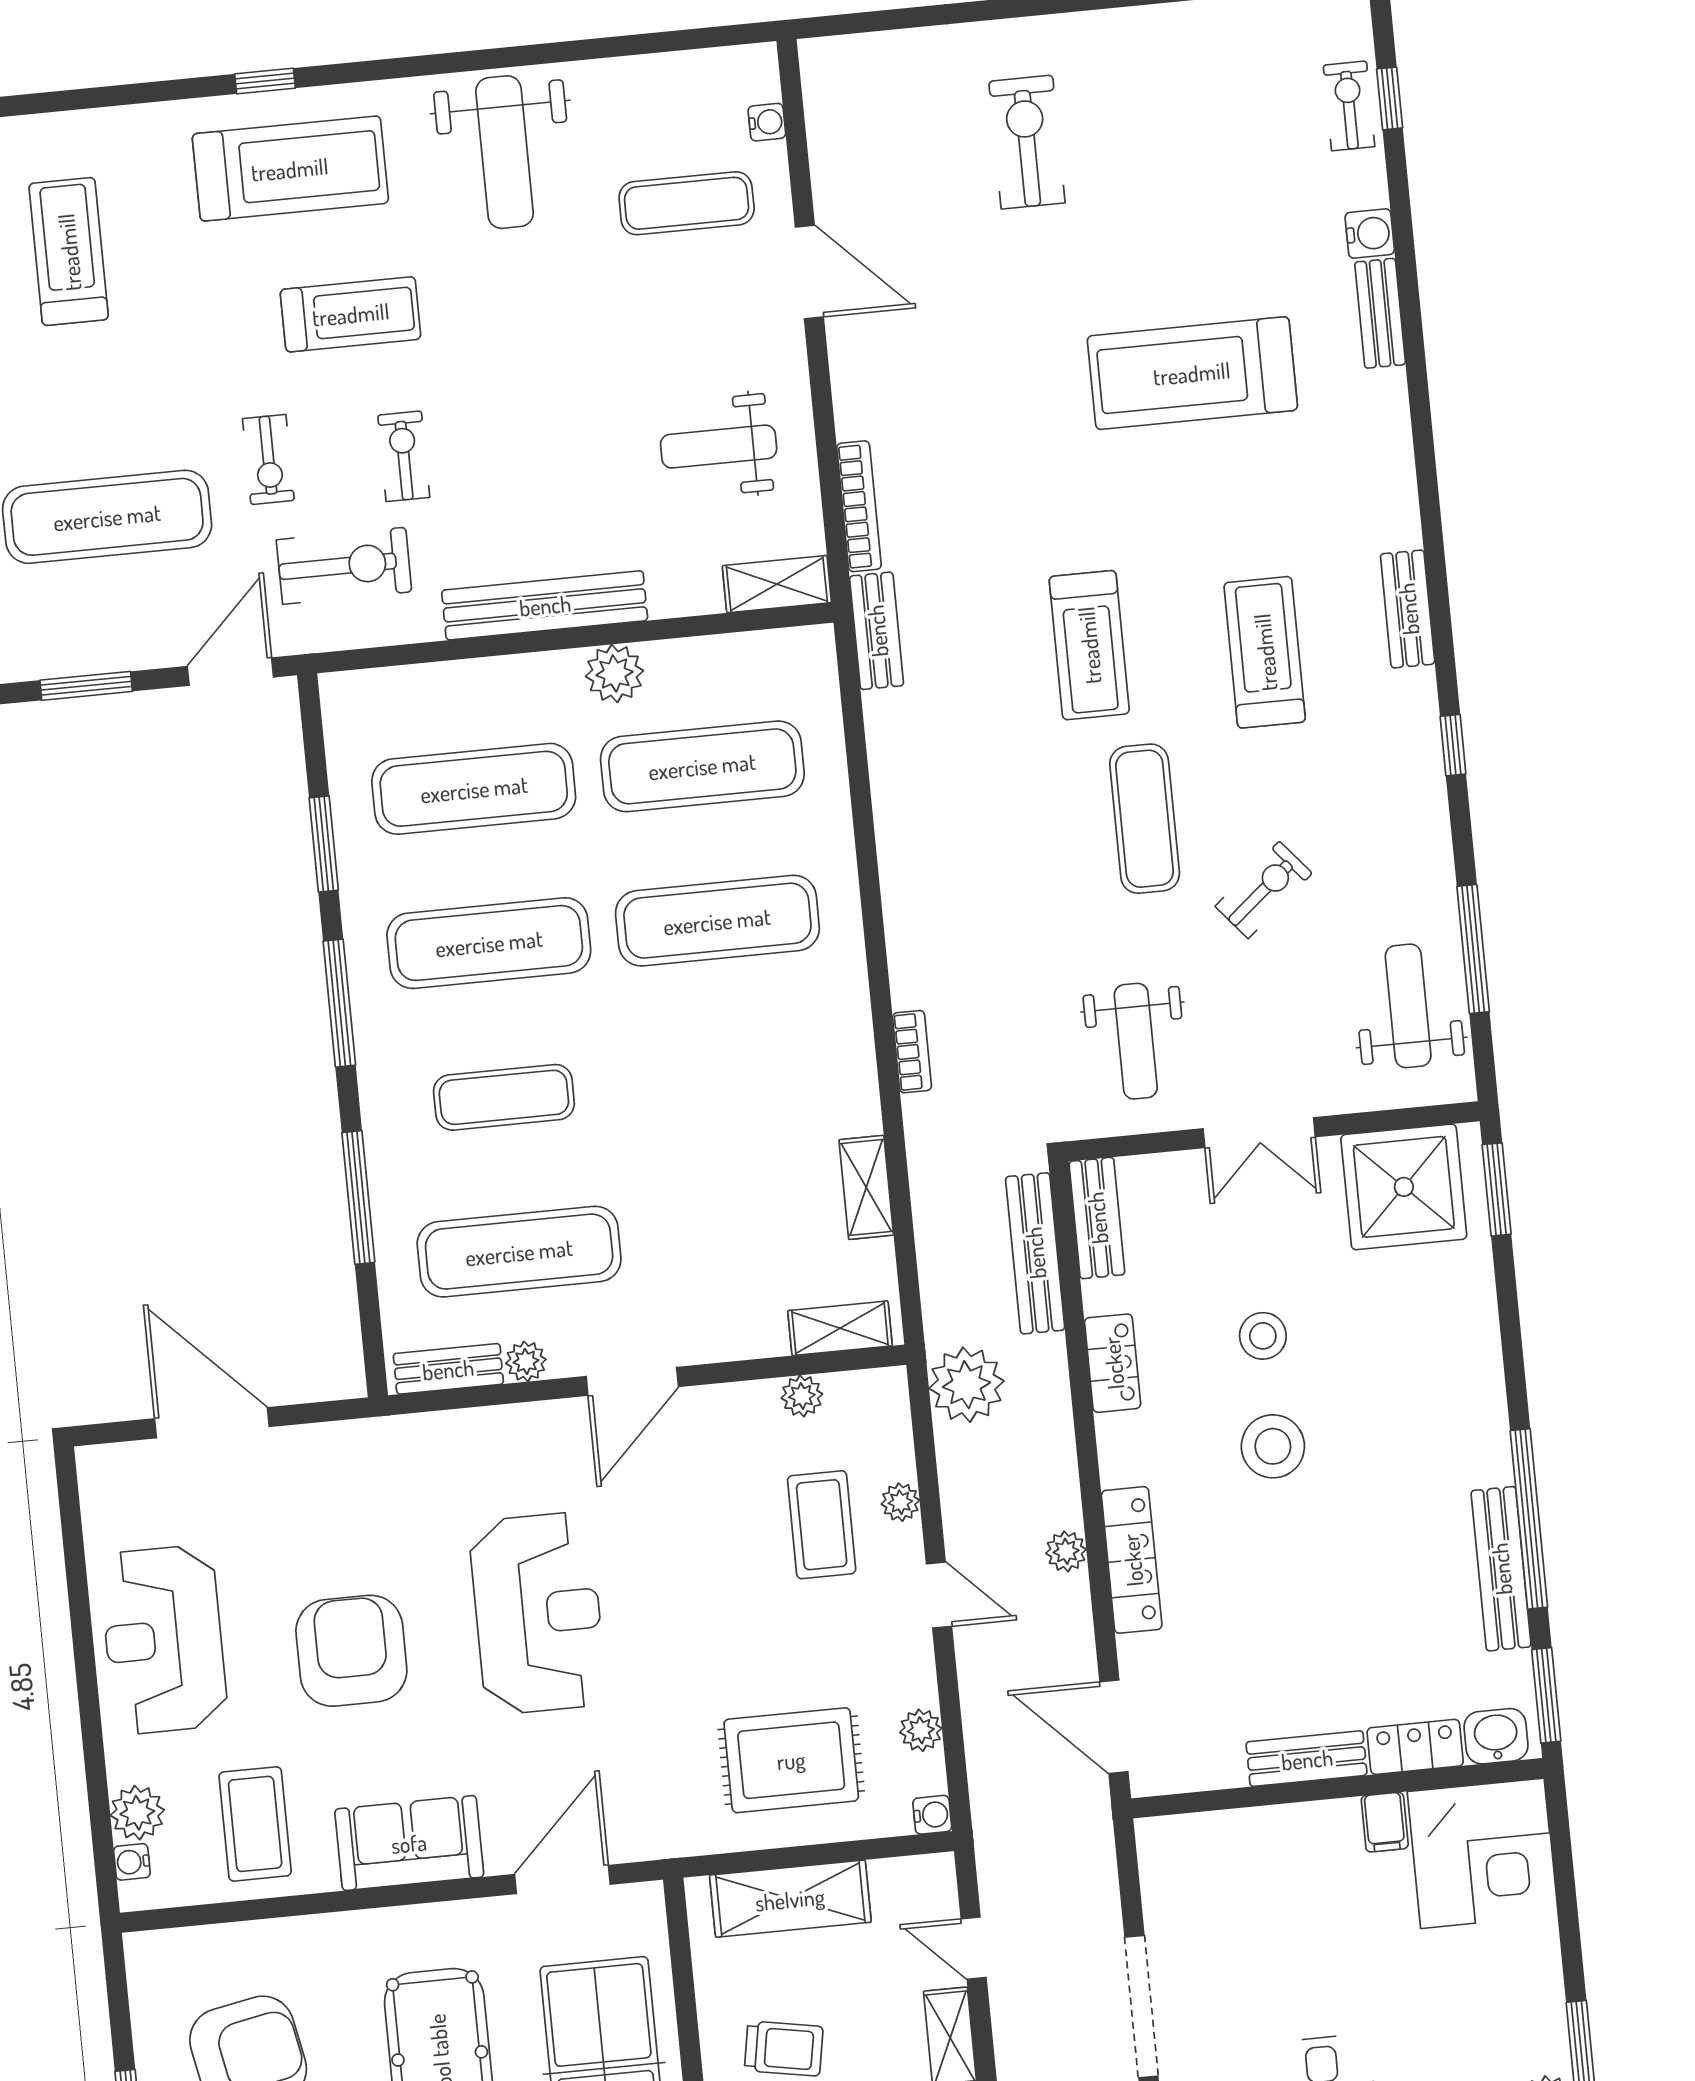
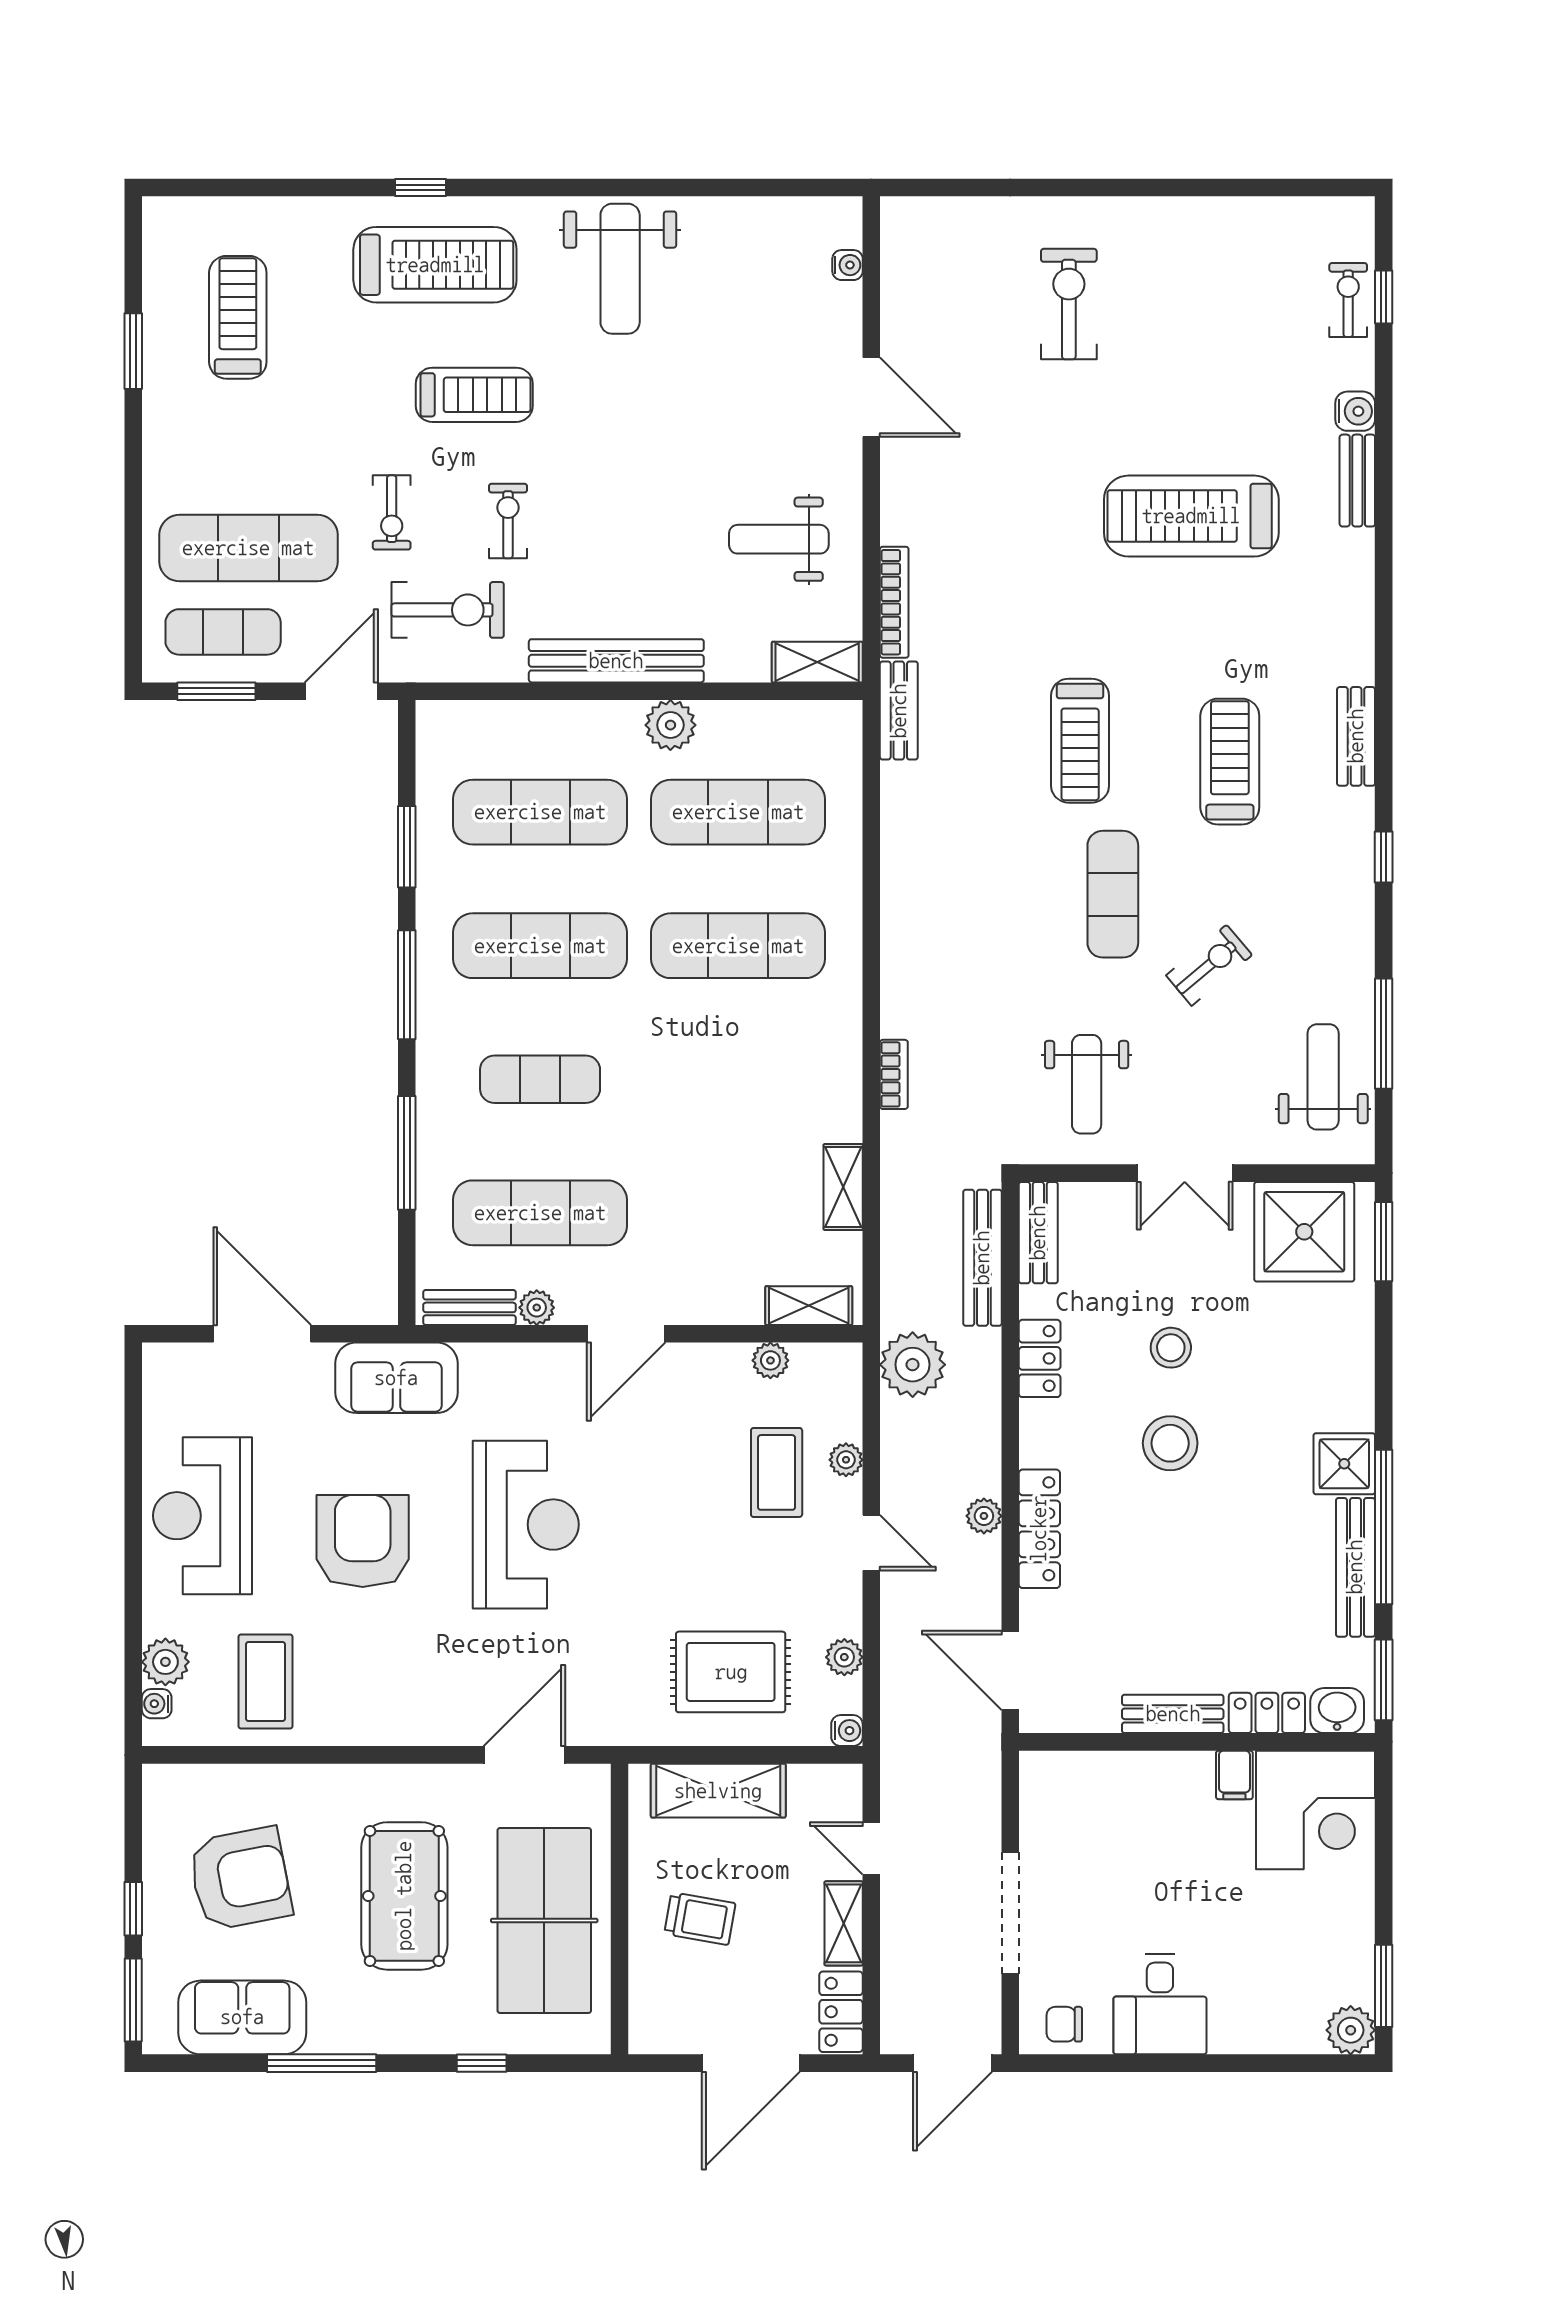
exercise mat: (687, 203) -> (223, 632), moved
shower: (1476, 1450) -> (1344, 1464), added
sofa: (409, 1843) -> (396, 1378), moved, turned 180

